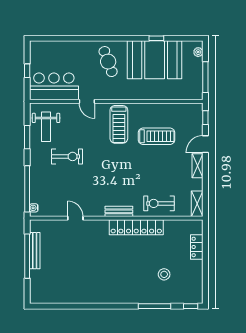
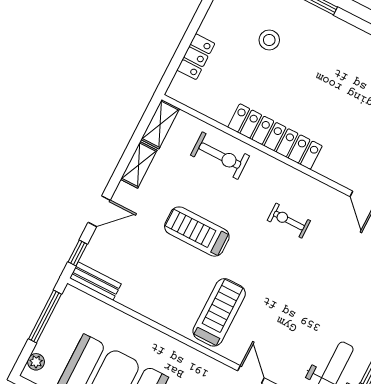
treadmill: (157, 136) -> (197, 232), moved
exercise bike: (67, 156) -> (289, 221), moved, width x0.73, depth x0.72
shelving: (197, 166) -> (139, 165), moved
bench: (119, 211) -> (95, 281), moved

